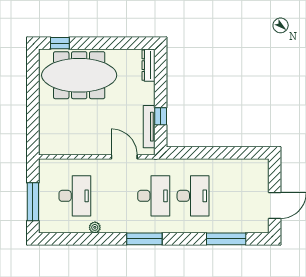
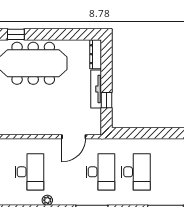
tv unit: (149, 127) -> (96, 89), moved
door: (124, 157) -> (74, 137), swing flipped

